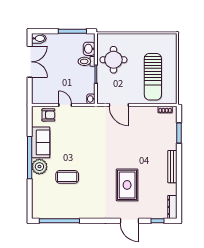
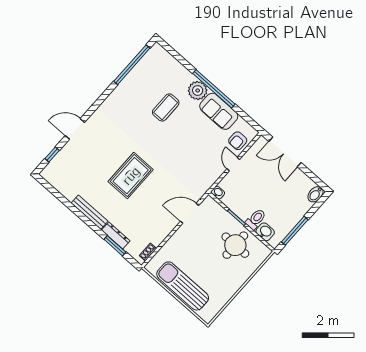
double door: (30, 62) -> (285, 152), moved
sun lounger: (153, 77) -> (183, 286), moved
door: (65, 105) -> (233, 164), swing flipped
rug: (127, 185) -> (131, 176), moved, turned 90
dresser: (172, 207) -> (116, 236), moved

